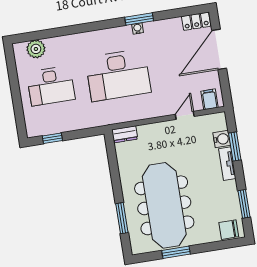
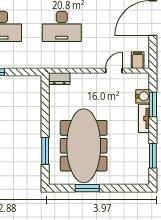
desk: (118, 75) -> (62, 26), width x0.73, depth x0.77
chair: (229, 230) -> (136, 176), removed

